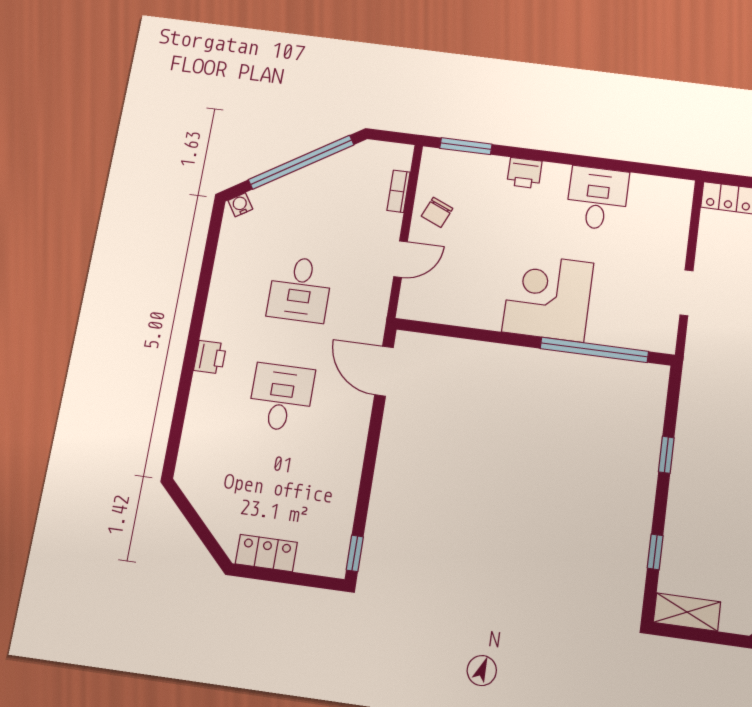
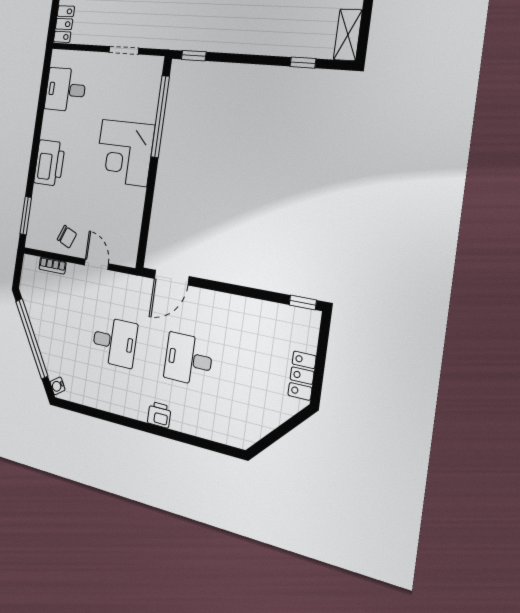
printer: (524, 173) -> (49, 163), width x1.87, depth x1.48
desk: (597, 198) -> (65, 90), moved
window: (666, 455) -> (194, 56), moved

